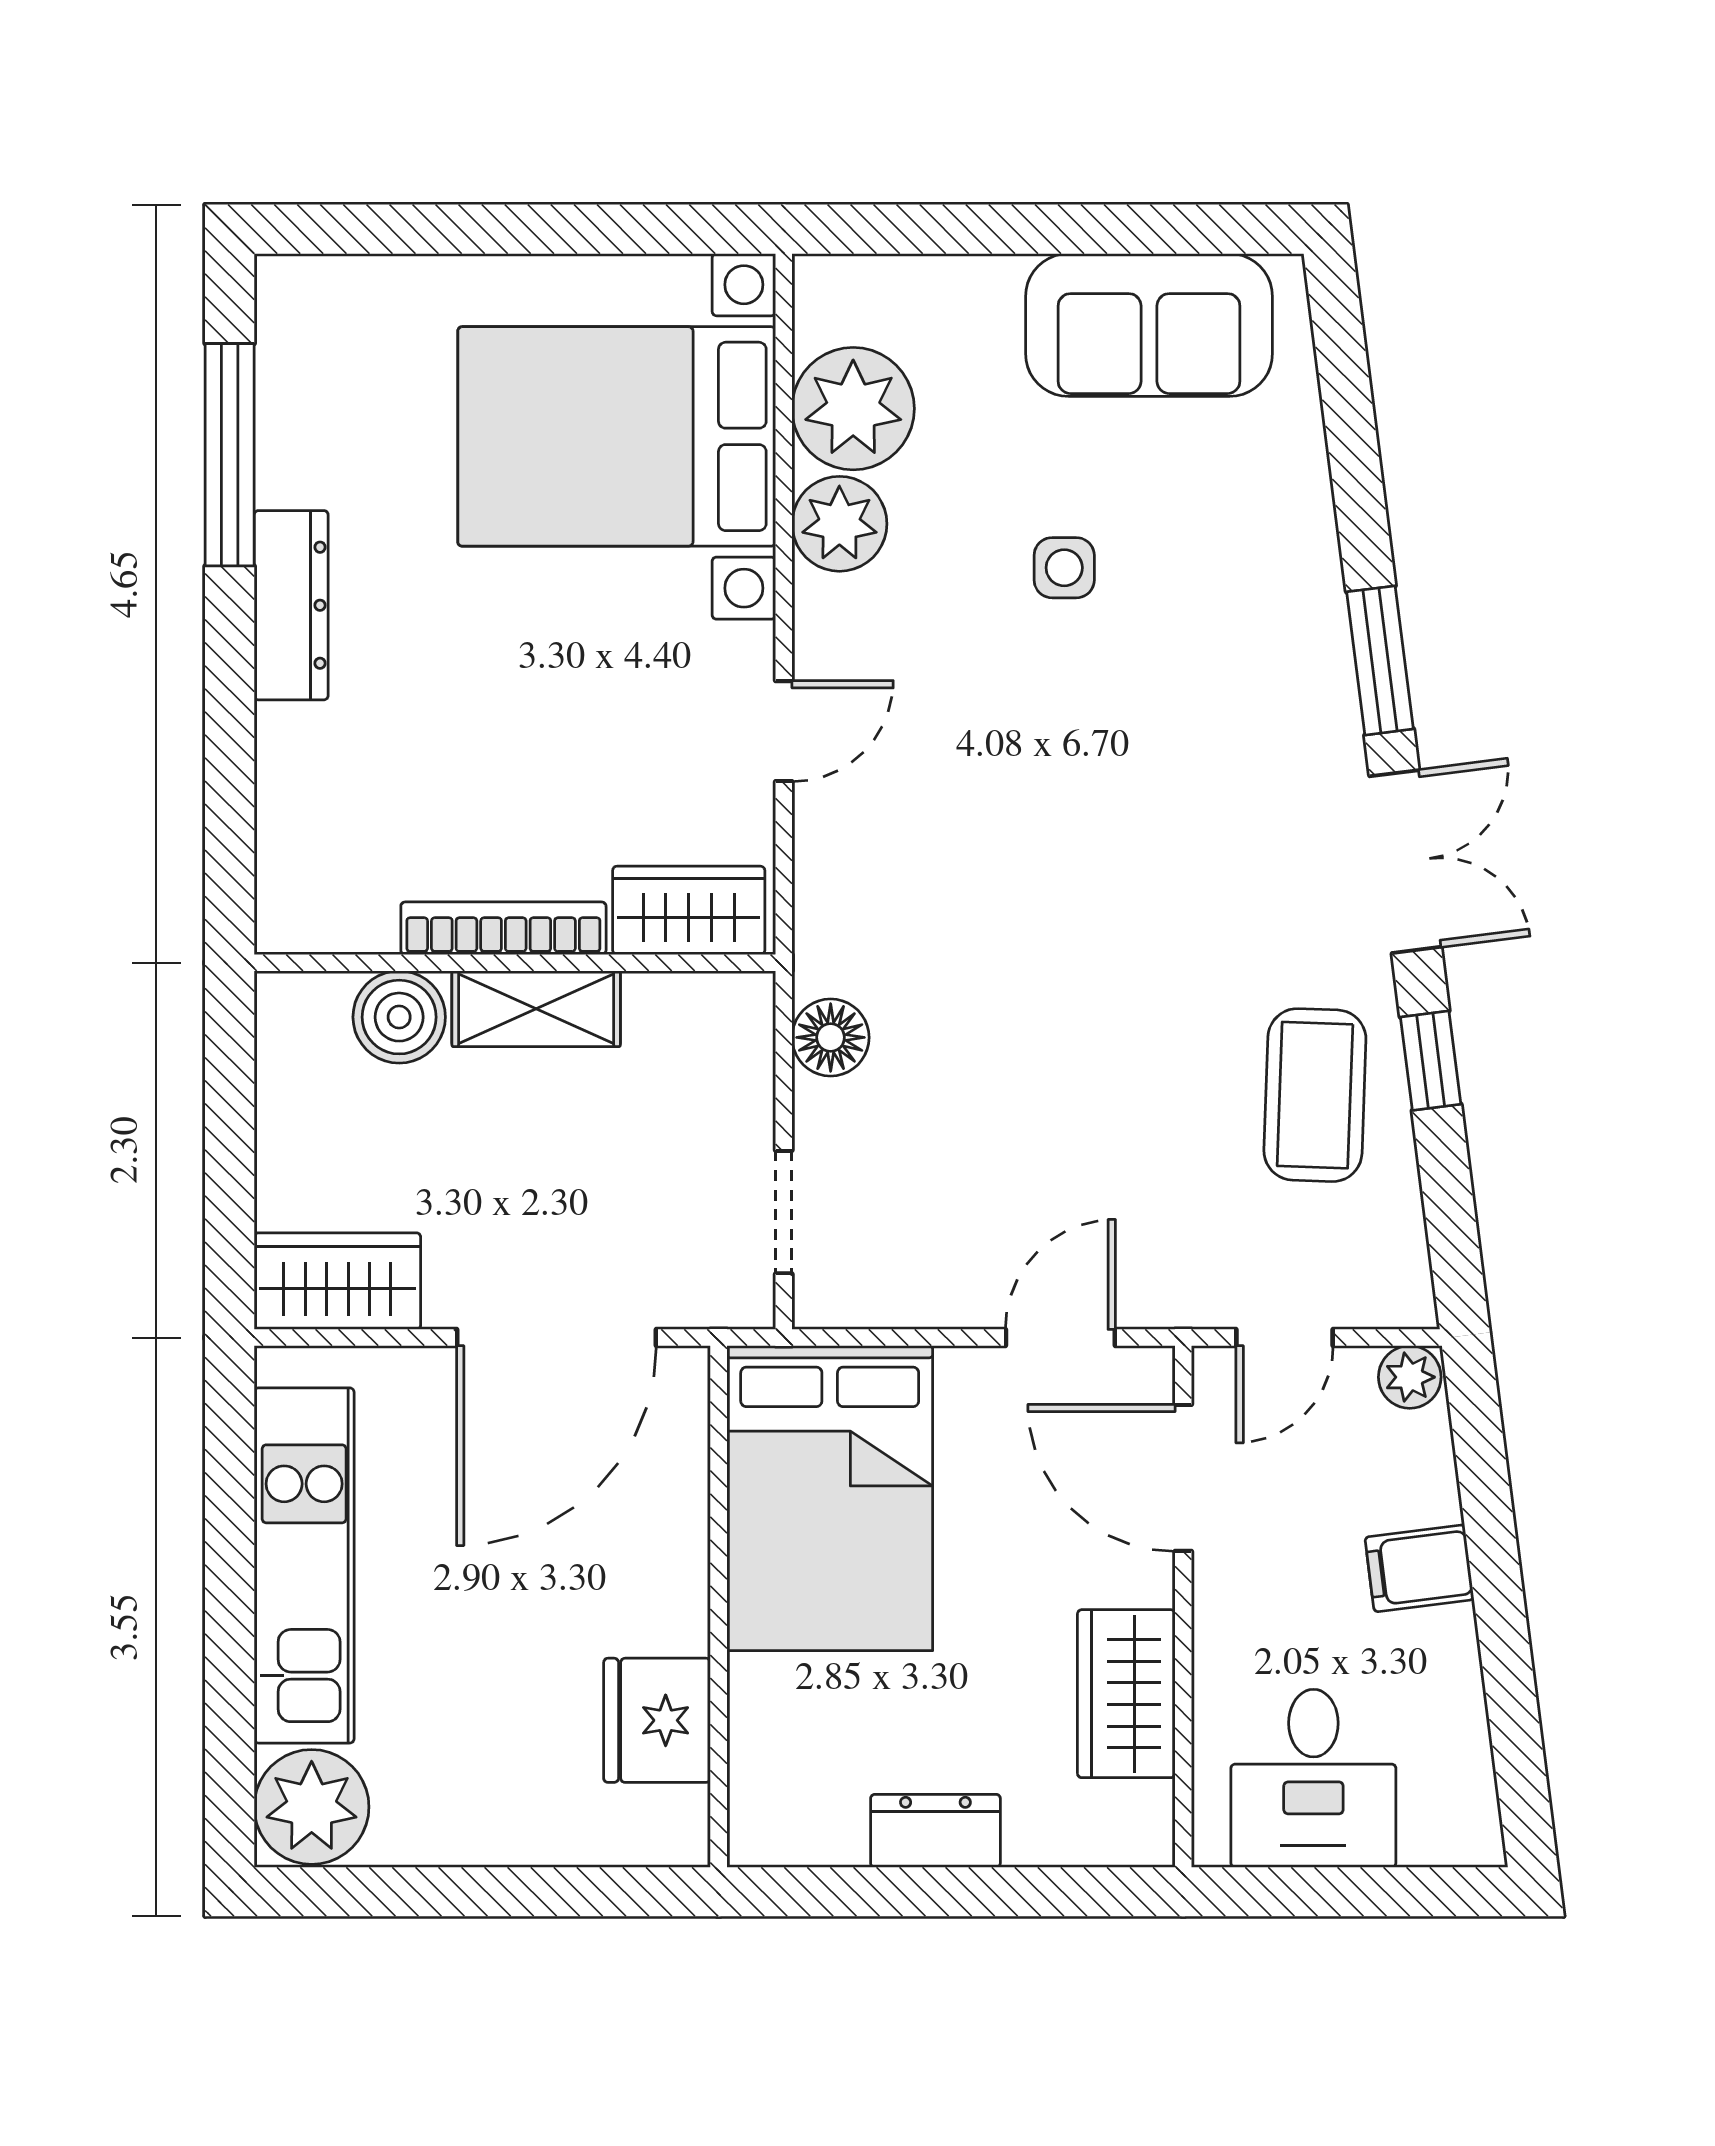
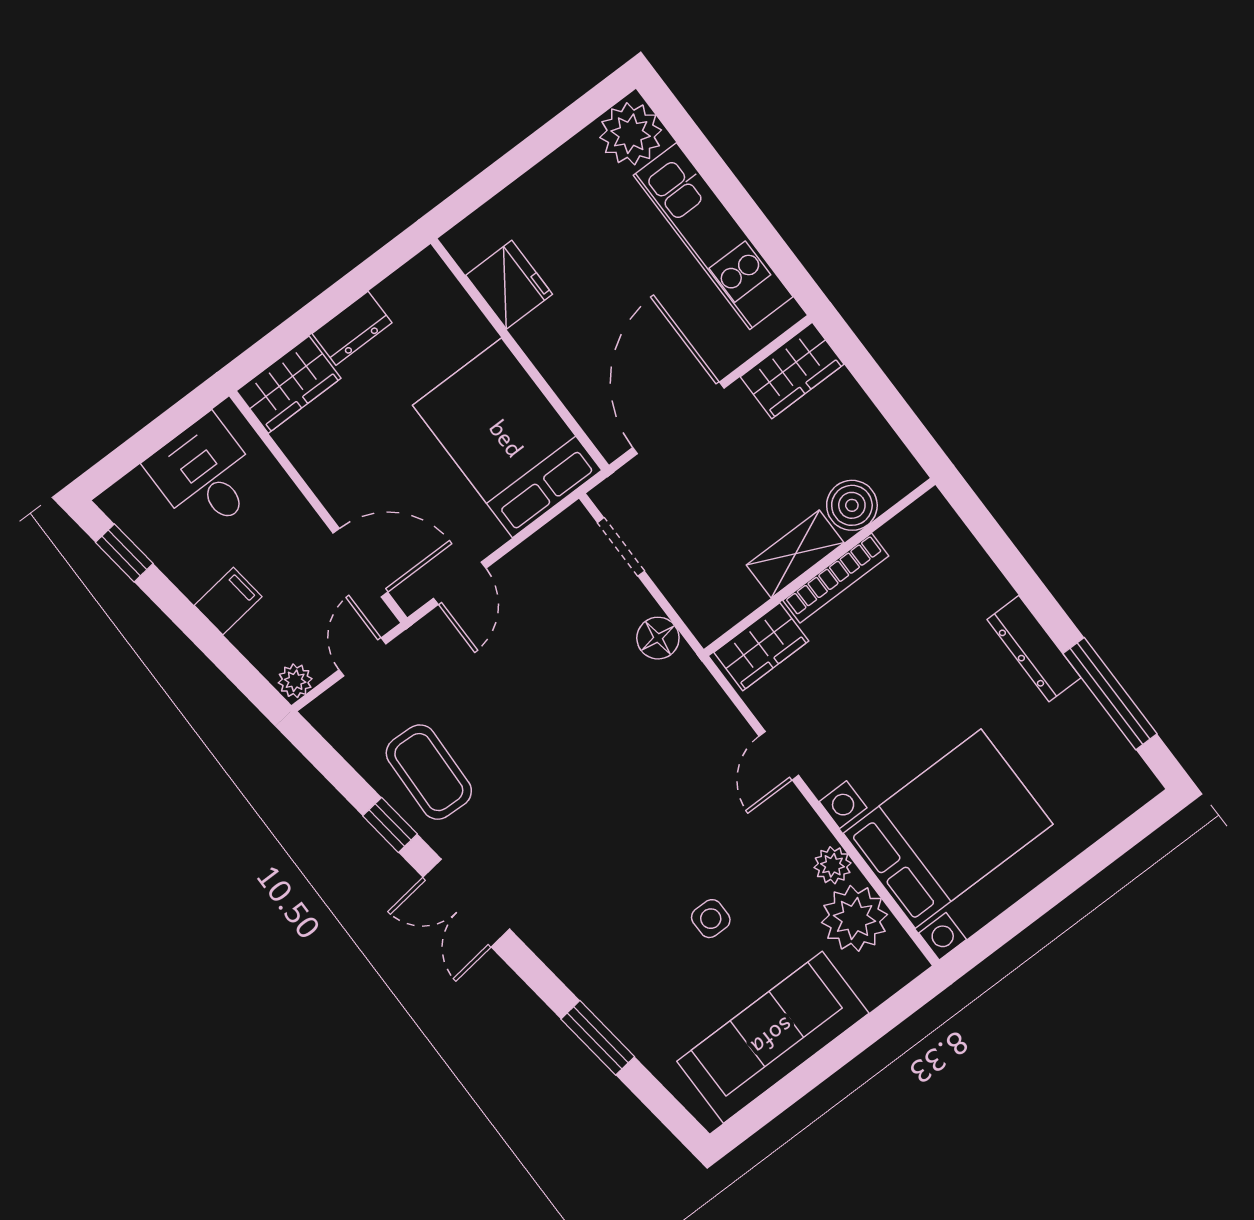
sofa: (1149, 325) -> (773, 1037), width x1.36
plant: (839, 524) -> (833, 865), width x0.73, depth x0.73
window: (1380, 660) -> (598, 1038), moved
wardrobe: (1126, 1694) -> (289, 385), moved, turned 90
window: (1518, 1754) -> (124, 553), added

